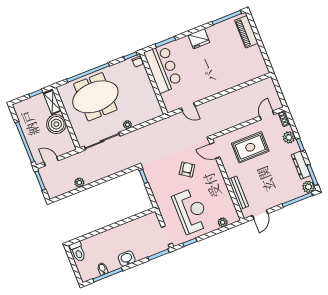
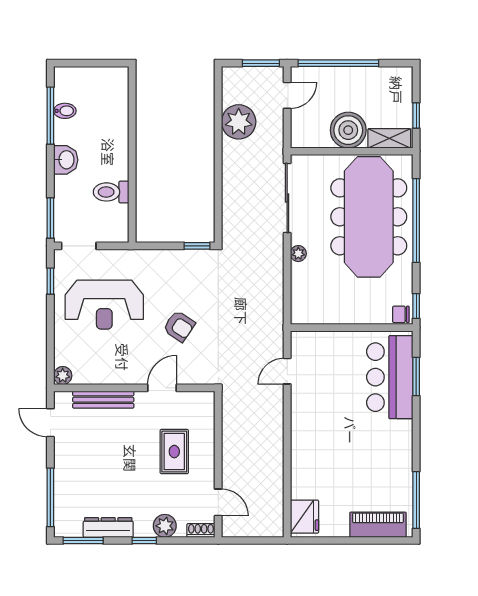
fridge: (199, 39) -> (304, 517), moved, turned 180
bar counter: (163, 69) -> (390, 377), moved, turned 90
meeting table: (95, 97) -> (369, 217), width x1.36
rug: (250, 147) -> (174, 452), width x0.73, depth x0.70
door: (215, 151) -> (162, 388), moved
plant: (79, 183) -> (239, 122), width x1.88, depth x1.88
plant: (309, 187) -> (65, 526), removed
plant: (223, 222) -> (63, 376), moved
toilet: (78, 252) -> (111, 192), moved

